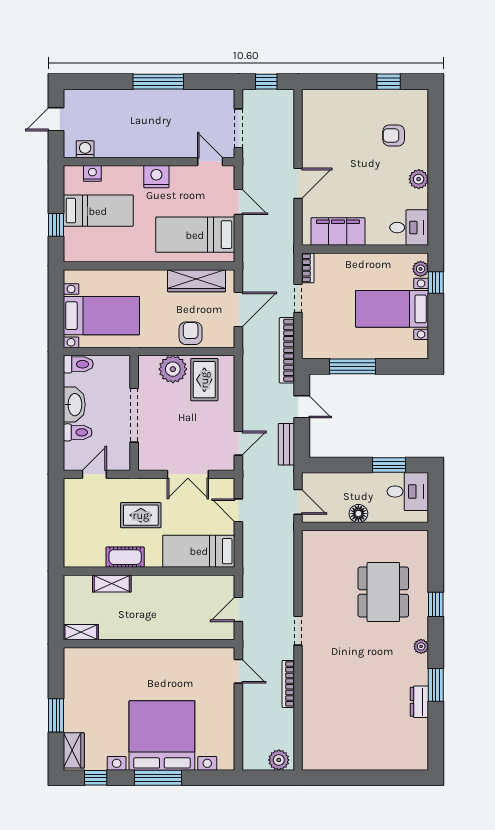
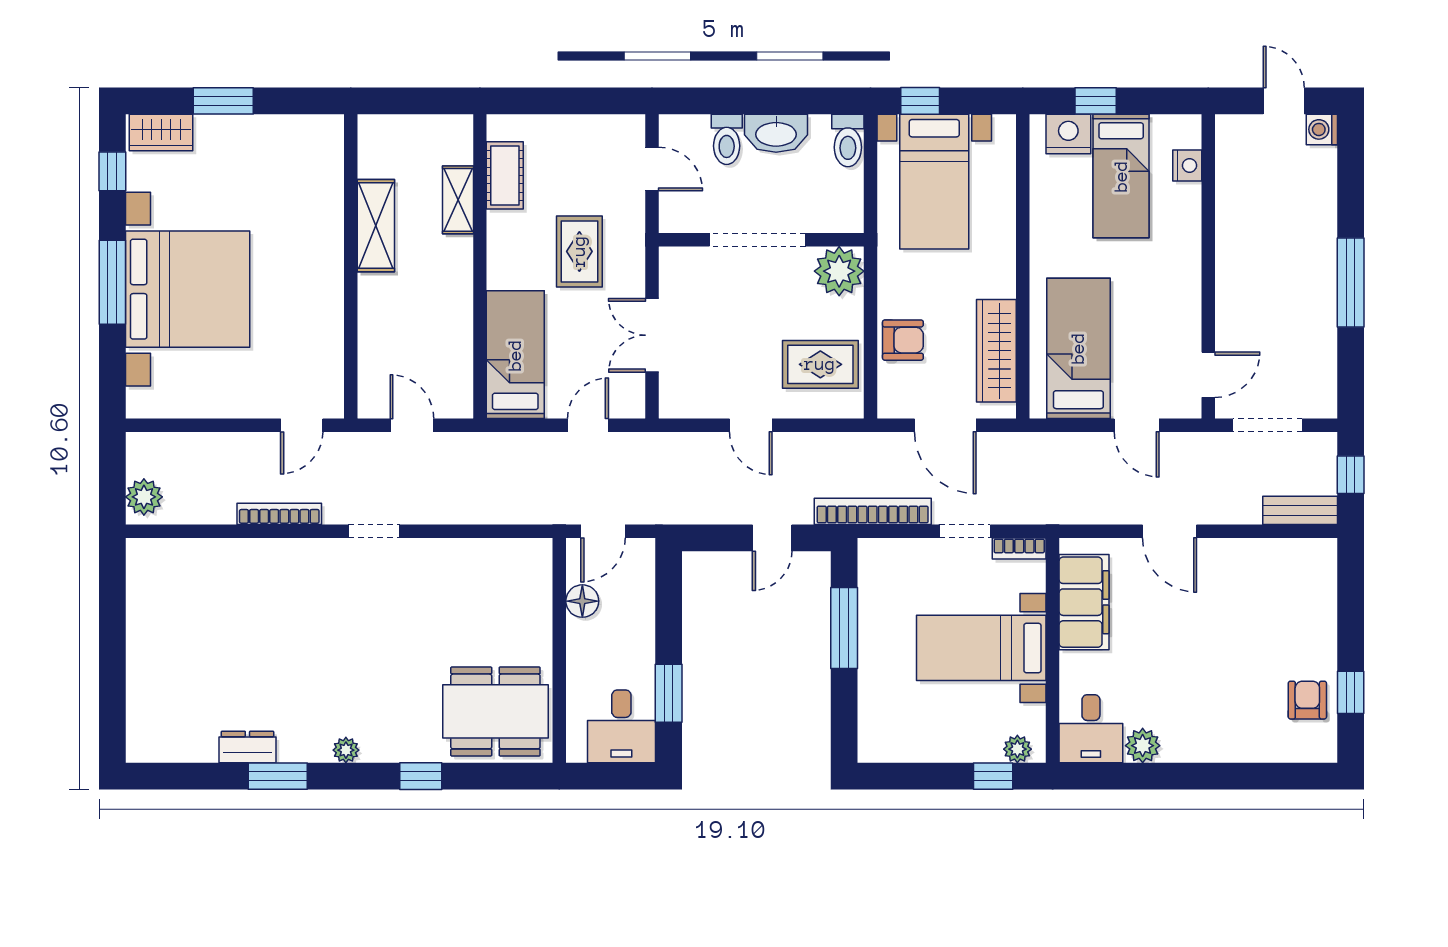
armchair: (394, 135) -> (1307, 700), moved
washing machine: (85, 149) -> (1322, 129), moved, turned 180
nightstand: (156, 177) -> (1068, 134), moved, turned -90
plant: (419, 179) -> (1143, 746), moved
door: (238, 202) -> (1137, 425), hinge flipped
bed with nightstands: (392, 309) -> (981, 648), moved, turned -90
window: (56, 324) -> (920, 101), added
plant: (173, 369) -> (839, 271), moved
door: (238, 443) -> (751, 425), moved
bench: (286, 444) -> (1300, 510), moved
floor lamp: (358, 514) -> (582, 601), moved
cot: (125, 557) -> (505, 175), moved
dining table: (383, 592) -> (495, 711), moved
shelving: (81, 632) -> (376, 226), moved, width x1.50, depth x1.33

